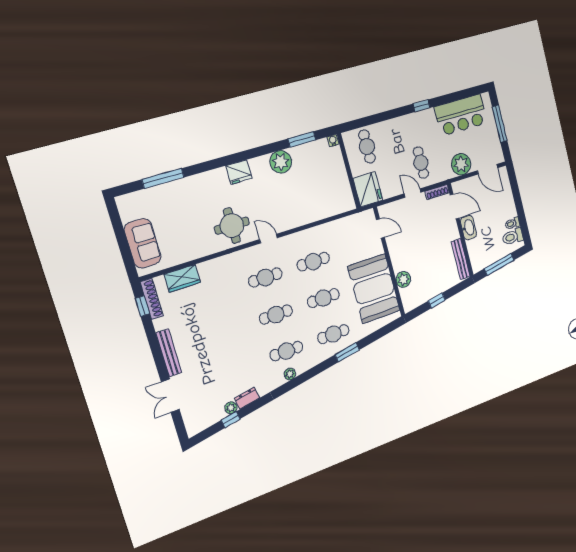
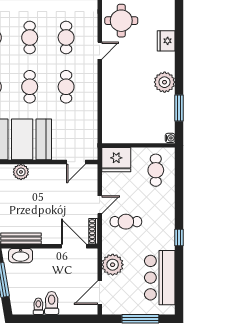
cafe table: (367, 147) -> (156, 170), turned 90
door: (455, 207) -> (74, 246), swing flipped
washbasin: (468, 228) -> (21, 256), moved
toilet: (513, 237) -> (52, 303), moved

